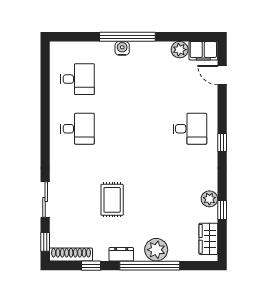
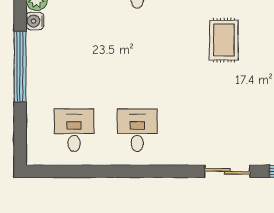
water cooler: (122, 48) -> (35, 21), moved
rug: (112, 200) -> (224, 40), moved, turned 90

